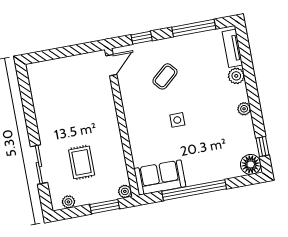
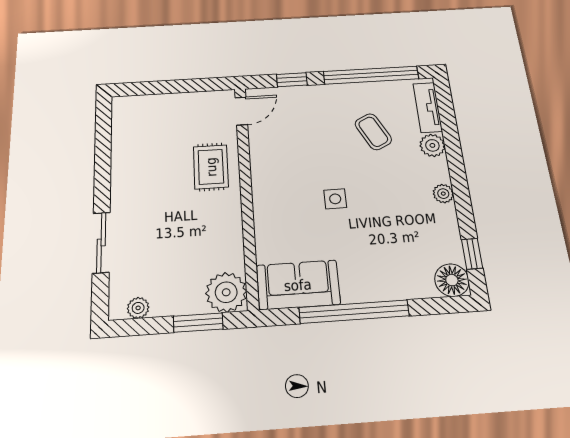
window: (194, 28) -> (371, 75), width x1.46
coffee table: (165, 76) -> (373, 132), moved, turned -76
rug: (82, 162) -> (211, 167), moved
plant: (125, 191) -> (226, 292), width x1.88, depth x1.88

